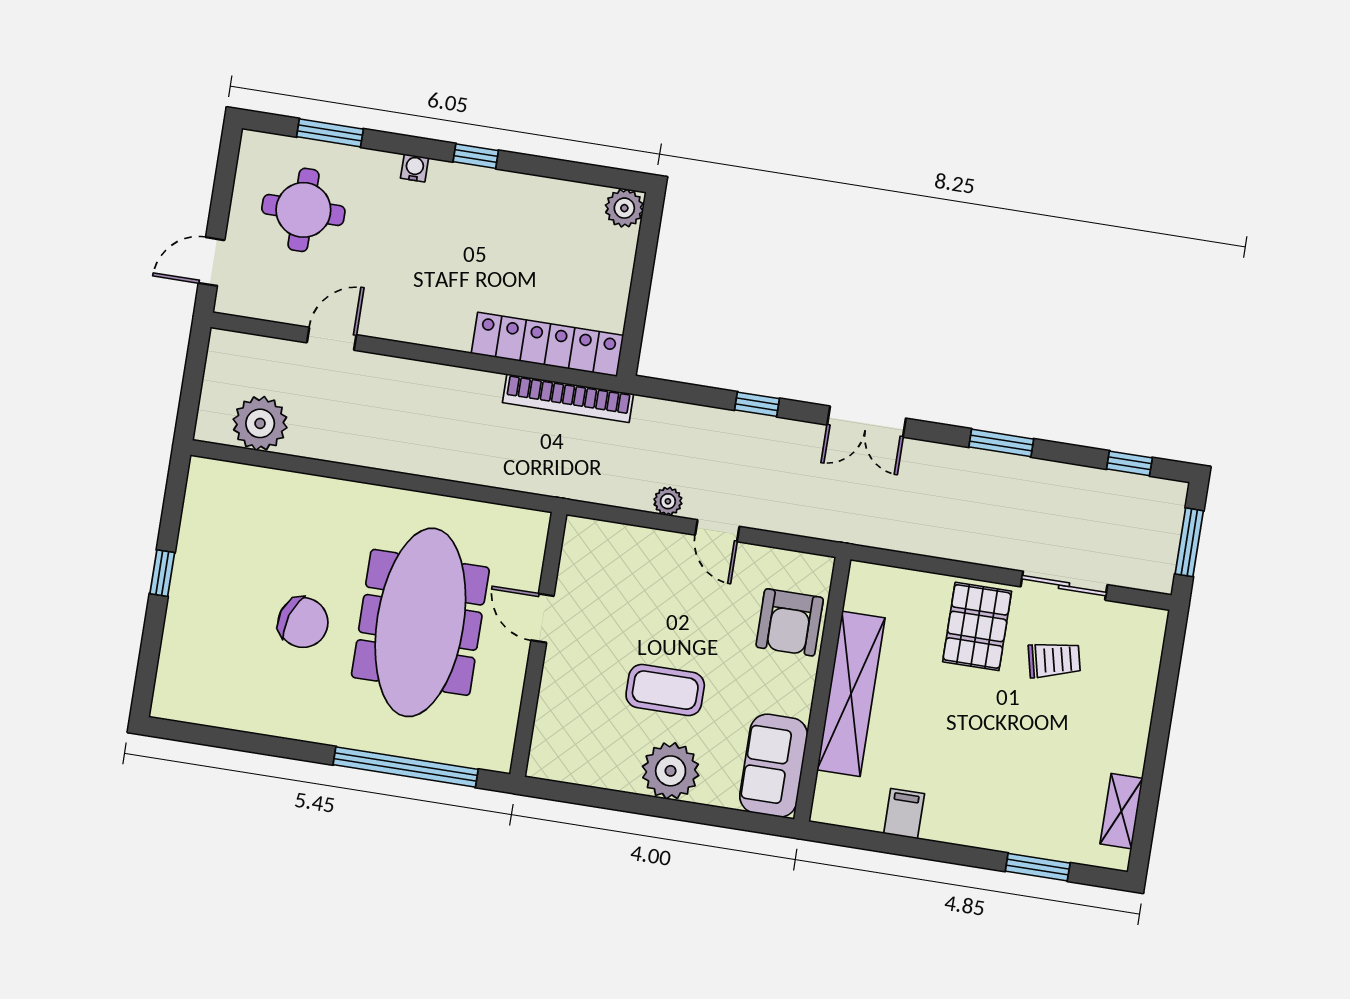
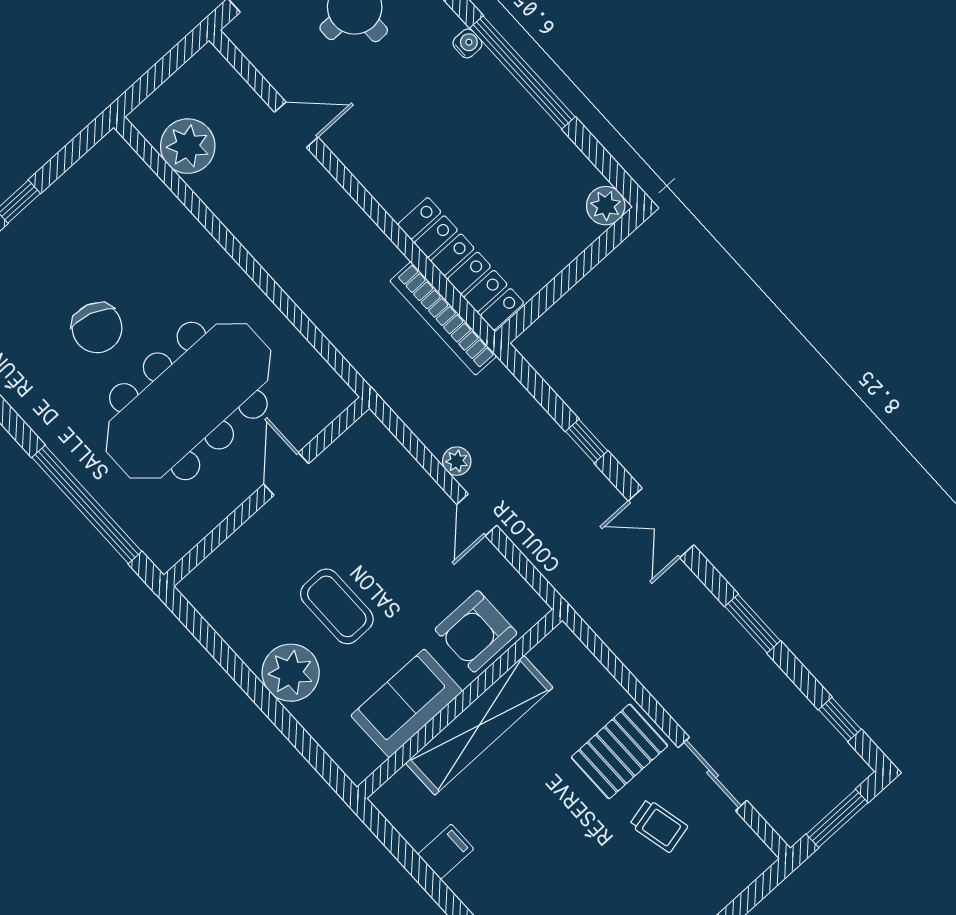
window: (476, 156) -> (522, 72), width x3.17
sofa: (774, 766) -> (407, 703), moved

